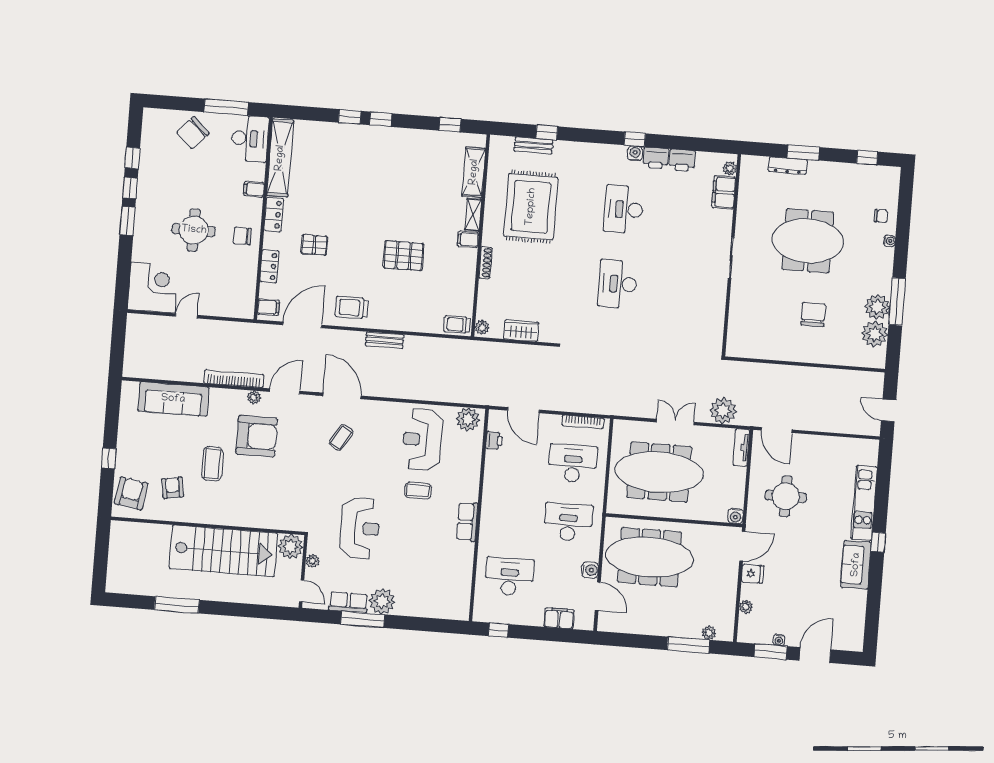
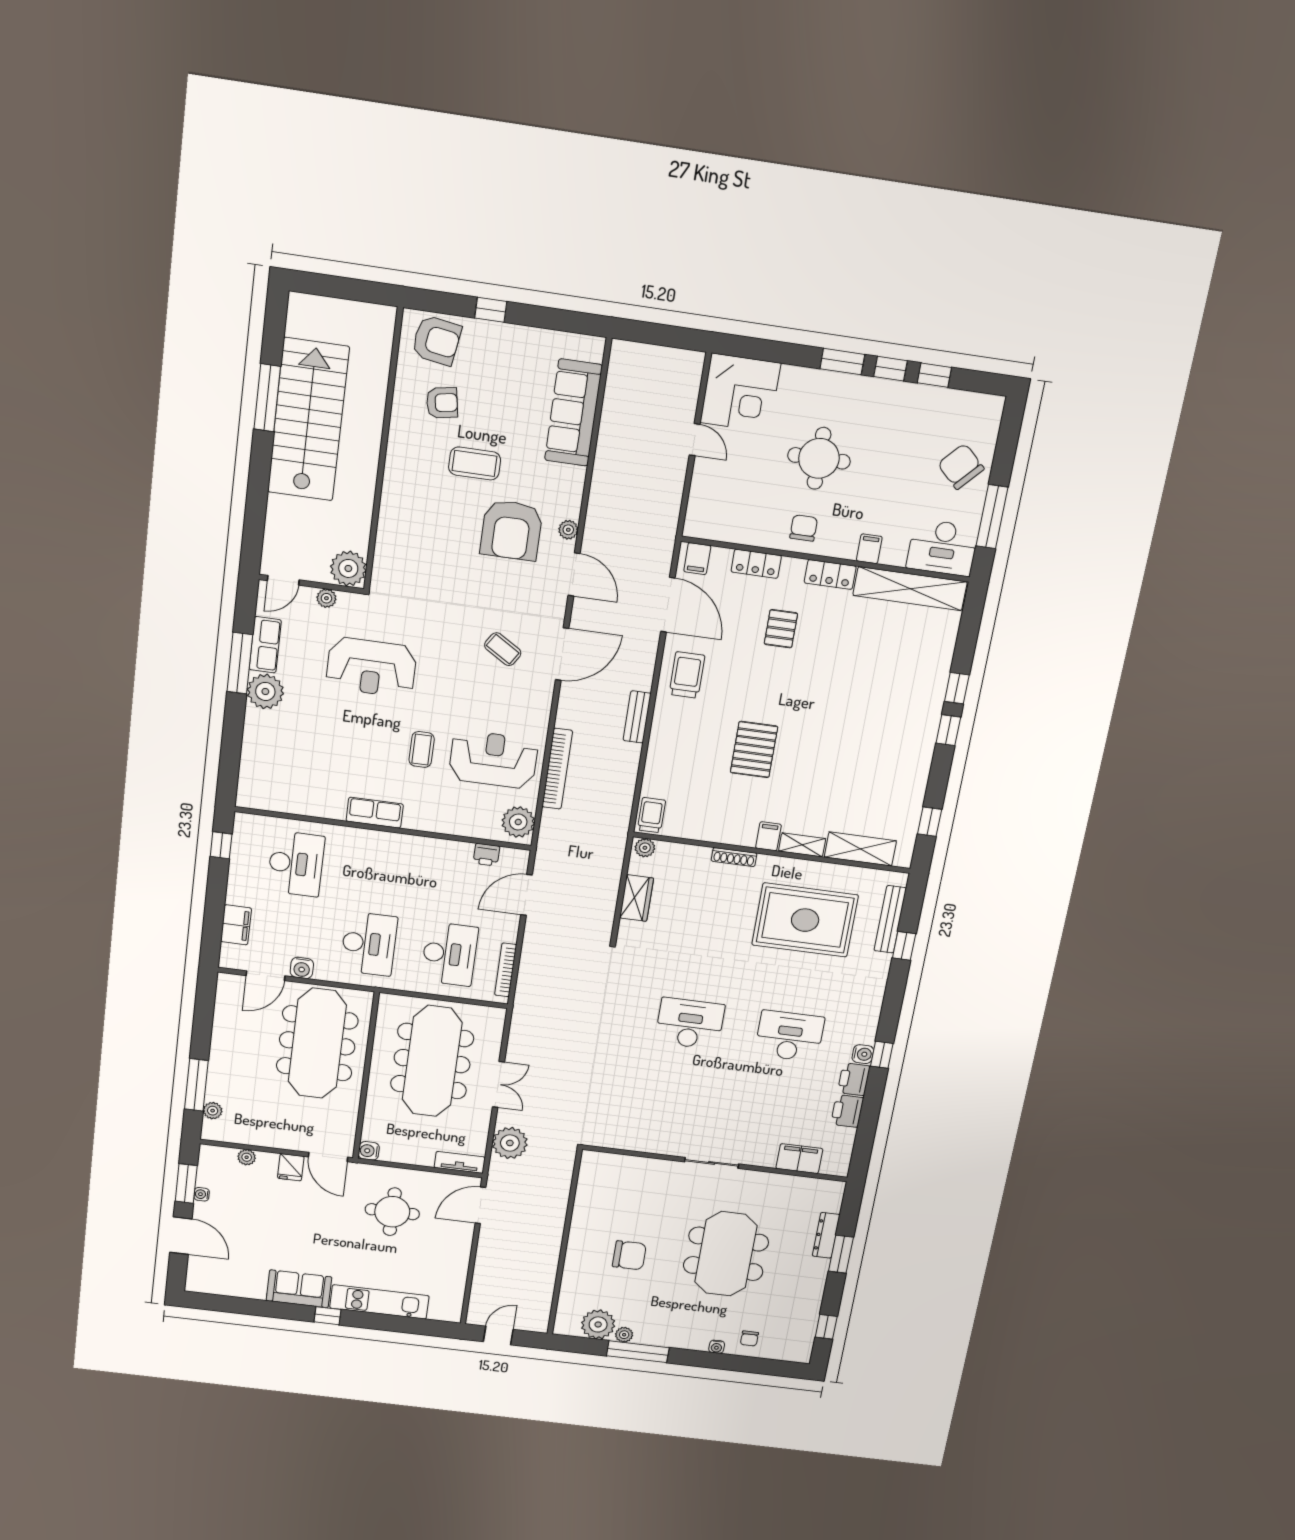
bench: (534, 145) -> (890, 919), width x1.36
plant: (730, 168) -> (830, 1167), removed
plant: (877, 307) -> (624, 1335), width x0.53, depth x0.53
bookcase: (234, 379) -> (557, 769), moved
stairs: (223, 551) -> (308, 420), moved, turned 180

